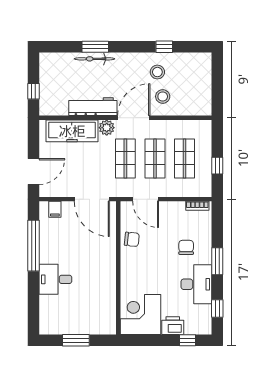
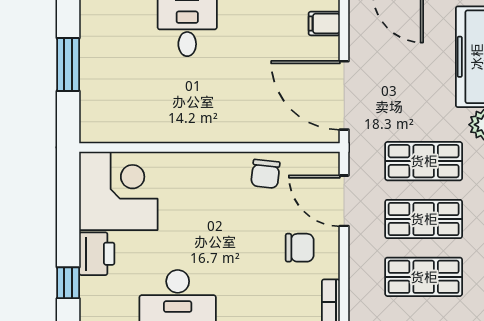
door: (92, 199) -> (344, 95), hinge flipped
door: (146, 199) -> (344, 201), hinge flipped
chair: (186, 247) -> (300, 248), moved

